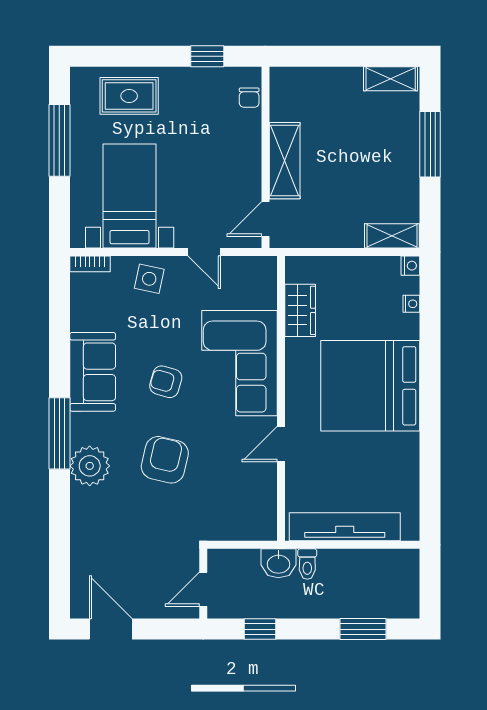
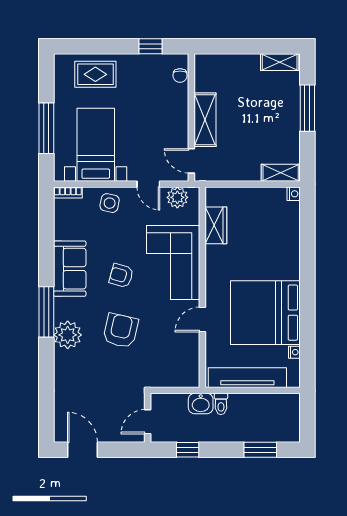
window: (59, 140) -> (46, 128), moved
door: (265, 219) -> (191, 161), hinge flipped
plant: (245, 271) -> (177, 197), added
nightstand: (411, 304) -> (294, 352), moved
bed: (370, 386) -> (265, 313), moved

